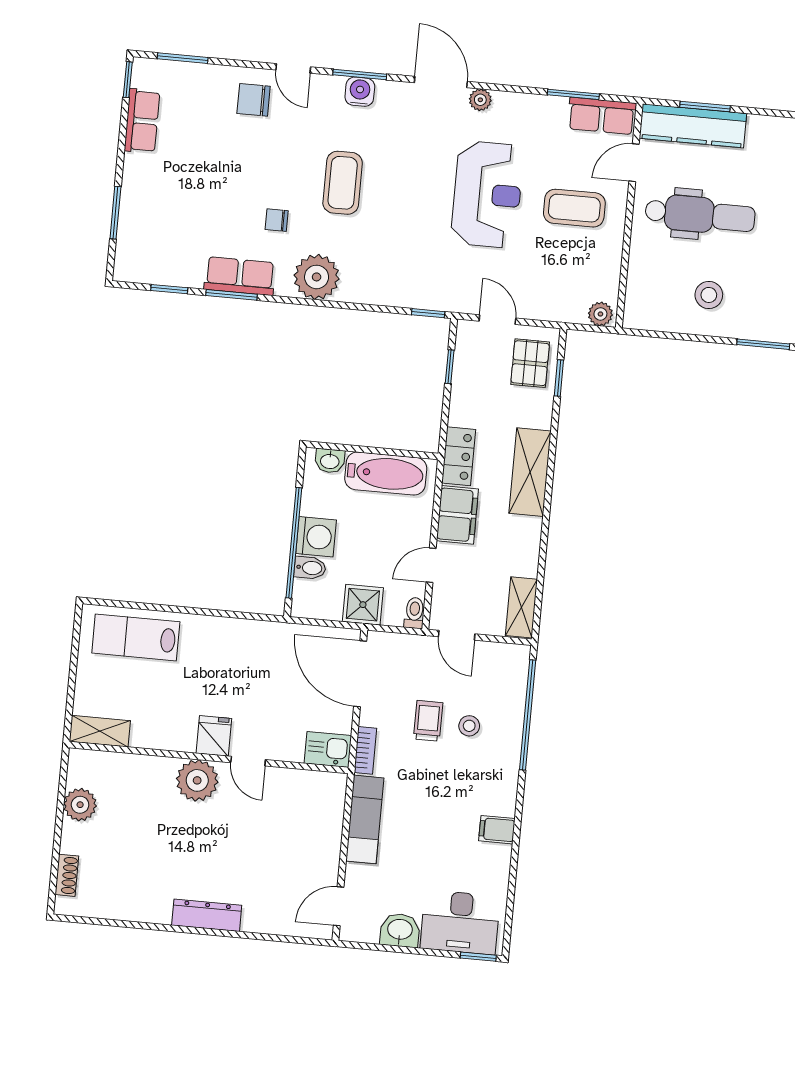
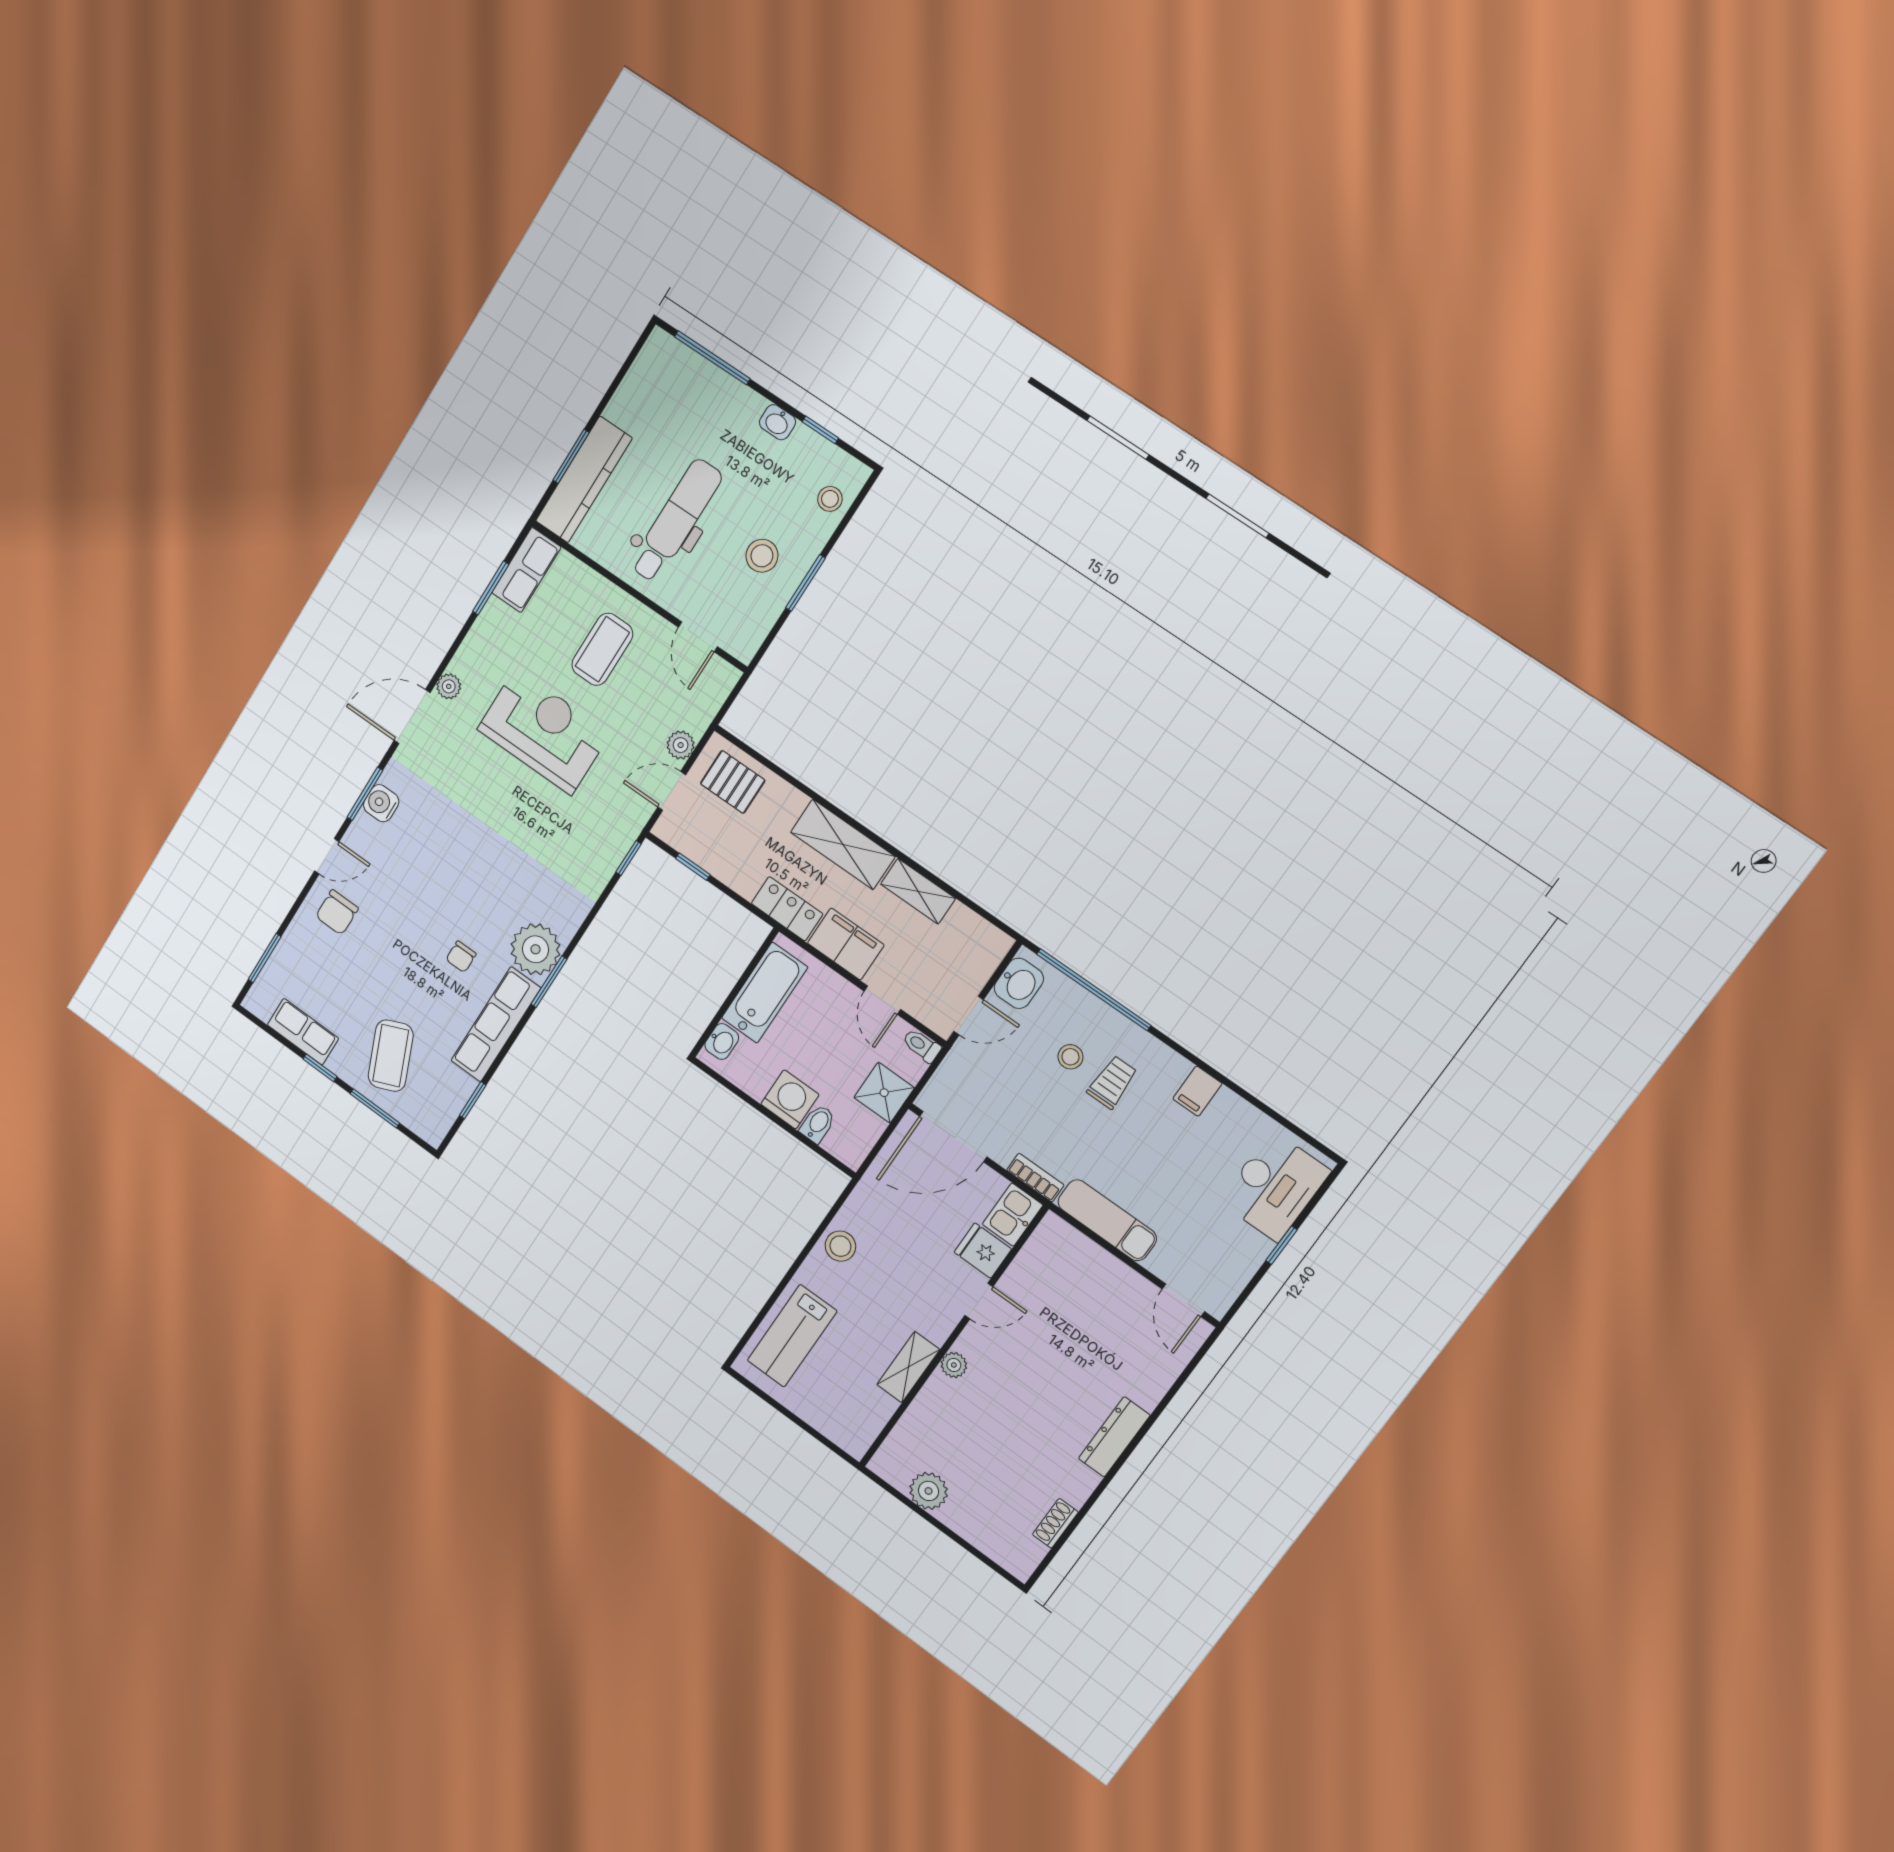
window: (128, 80) -> (320, 1068), moved
door: (634, 163) -> (698, 637), moved
coffee table: (343, 183) -> (391, 1056), moved, turned 67
row of seats: (240, 276) -> (496, 1024), width x1.48
window: (231, 295) -> (549, 982), moved
plant: (600, 314) -> (681, 745), moved
stool: (777, 324) -> (830, 499), added
window: (763, 344) -> (805, 583), moved
window: (559, 378) -> (763, 760), removed
window: (294, 543) -> (784, 1125), removed
shelving: (521, 607) -> (918, 891), moved
stool: (227, 636) -> (840, 1246), added
trolley: (428, 721) -> (1112, 1082), moved, turned 90
shelving: (100, 731) -> (908, 1367), moved
fridge: (214, 736) -> (983, 1251), moved
plant: (197, 780) -> (954, 1365), width x0.53, depth x0.53
shoe rack: (67, 875) -> (1055, 1523), moved, turned -90
washbasin: (400, 930) -> (1019, 983), moved, turned 180
window: (478, 957) -> (1281, 1245), moved

